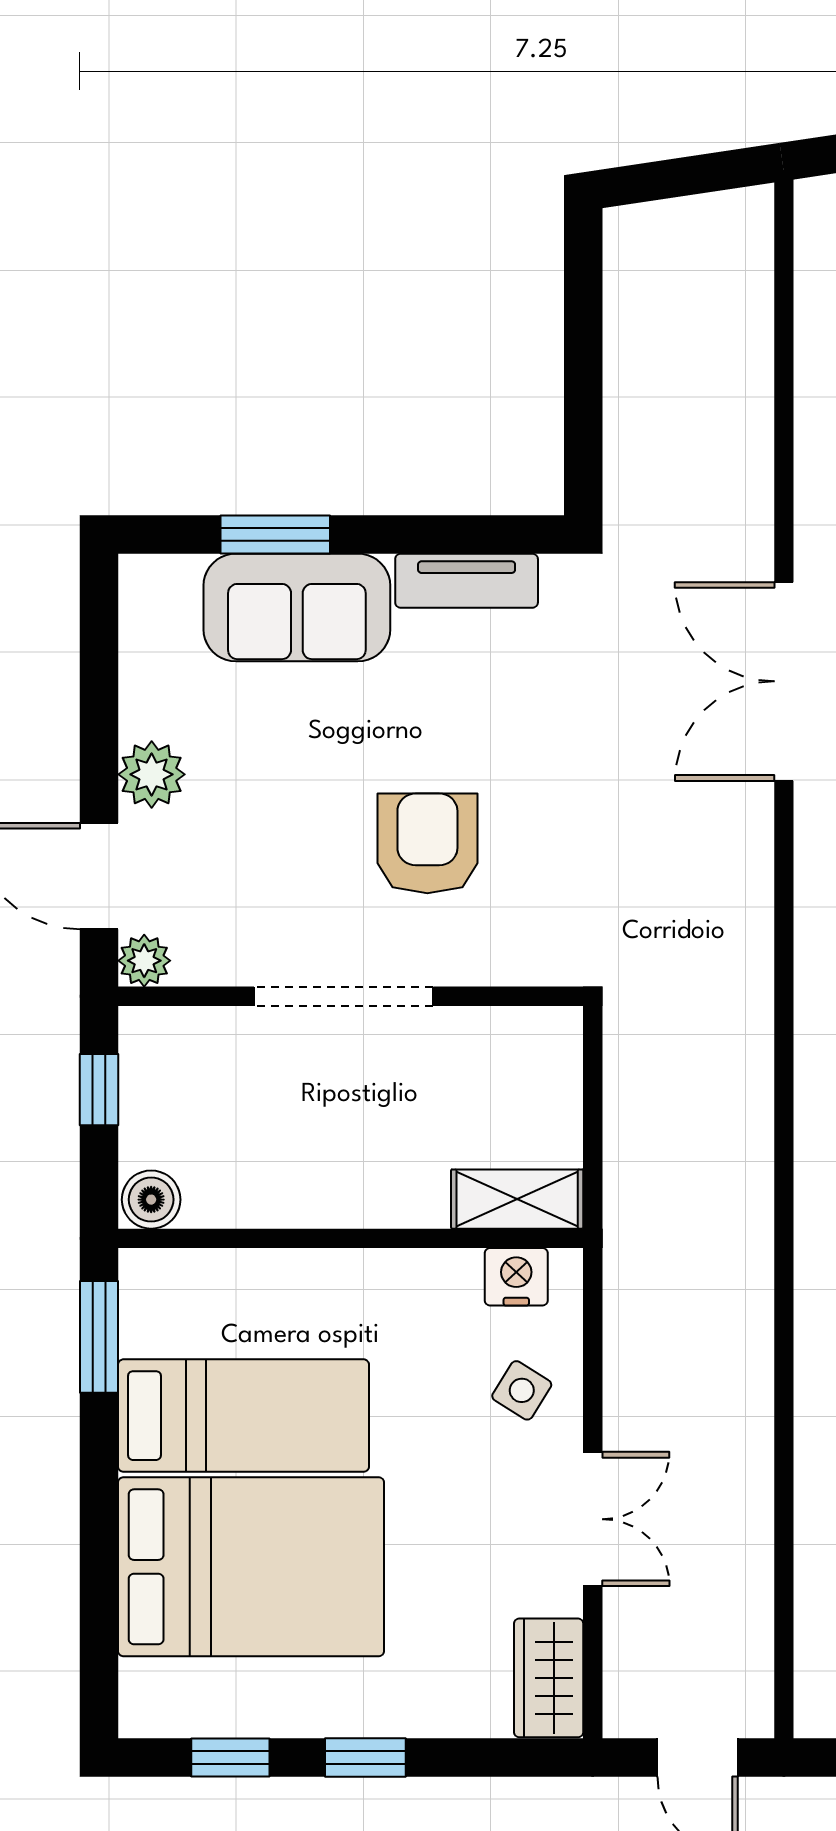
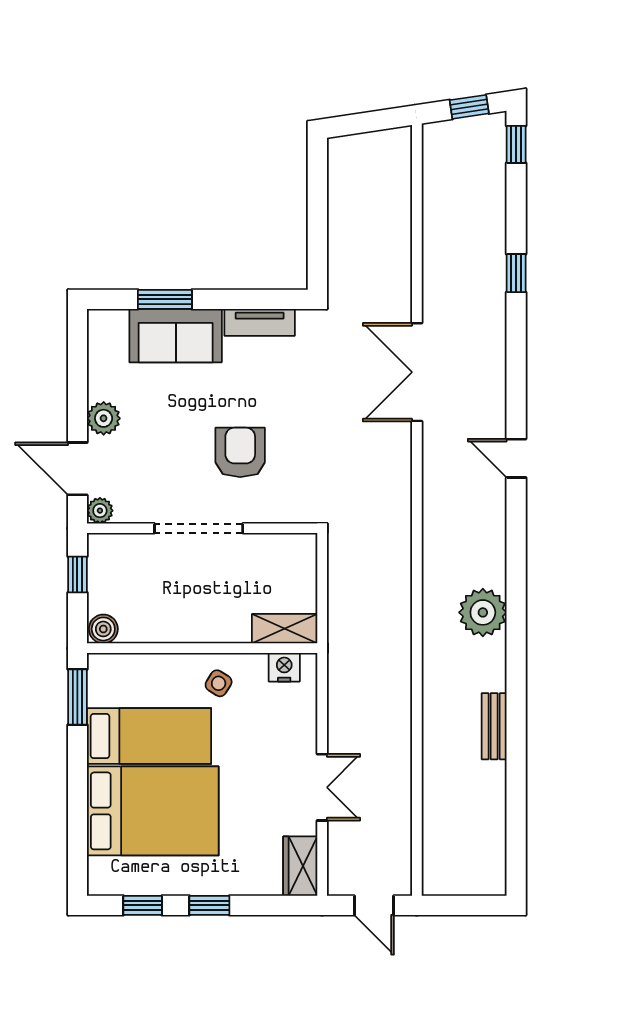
side table: (522, 1390) -> (219, 683), moved

